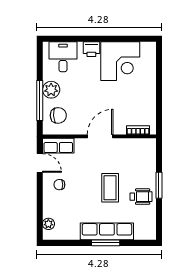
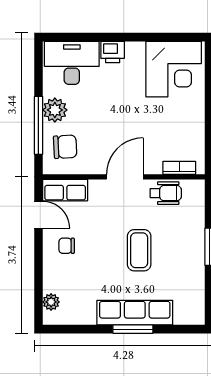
desk: (63, 57) -> (72, 63), width x1.37
corner desk: (120, 61) -> (174, 69), moved
wheelchair: (141, 197) -> (166, 193), moved

